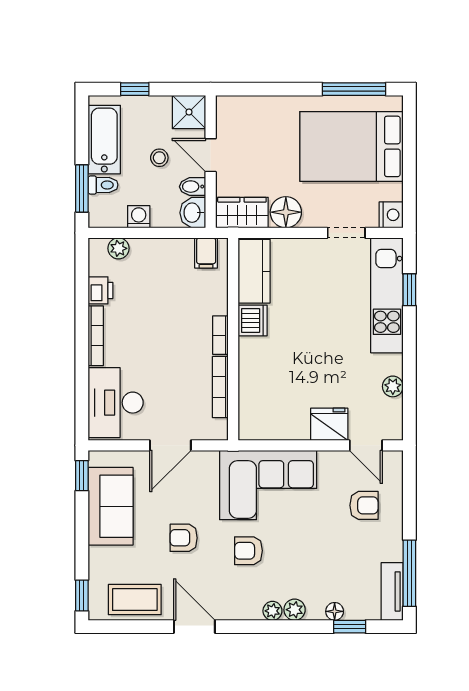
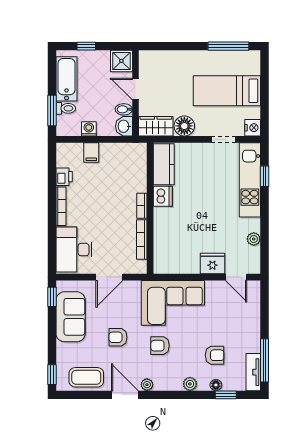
bed: (351, 146) -> (227, 91), width x0.67
stool: (159, 158) -> (102, 91), removed
plant: (118, 248) -> (76, 149), removed
filing cabinet: (206, 253) -> (91, 152), moved
armchair: (364, 505) -> (215, 355), moved
plant: (272, 611) -> (147, 385), moved

